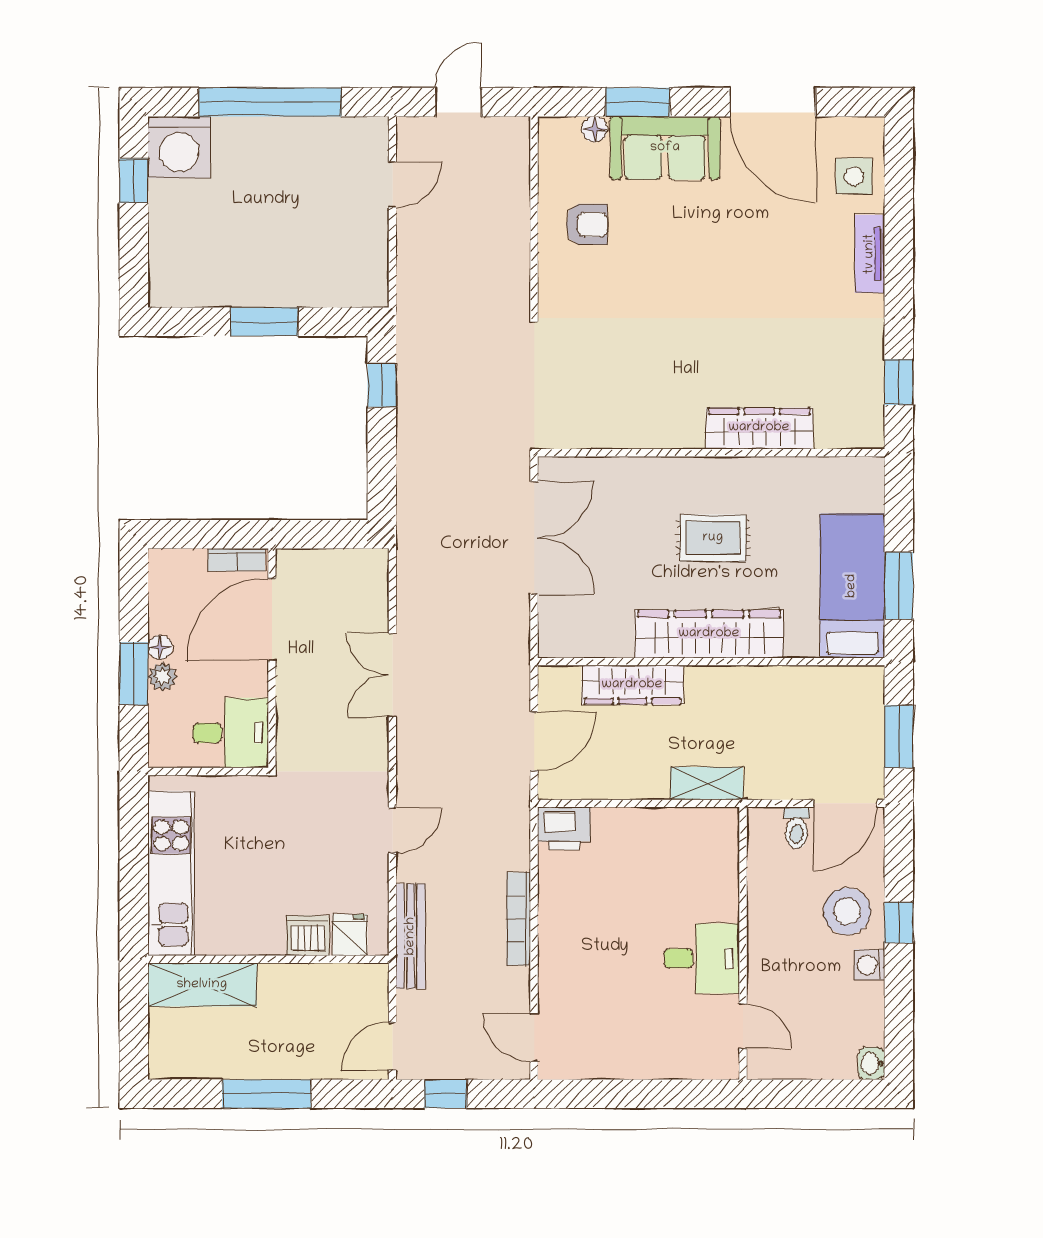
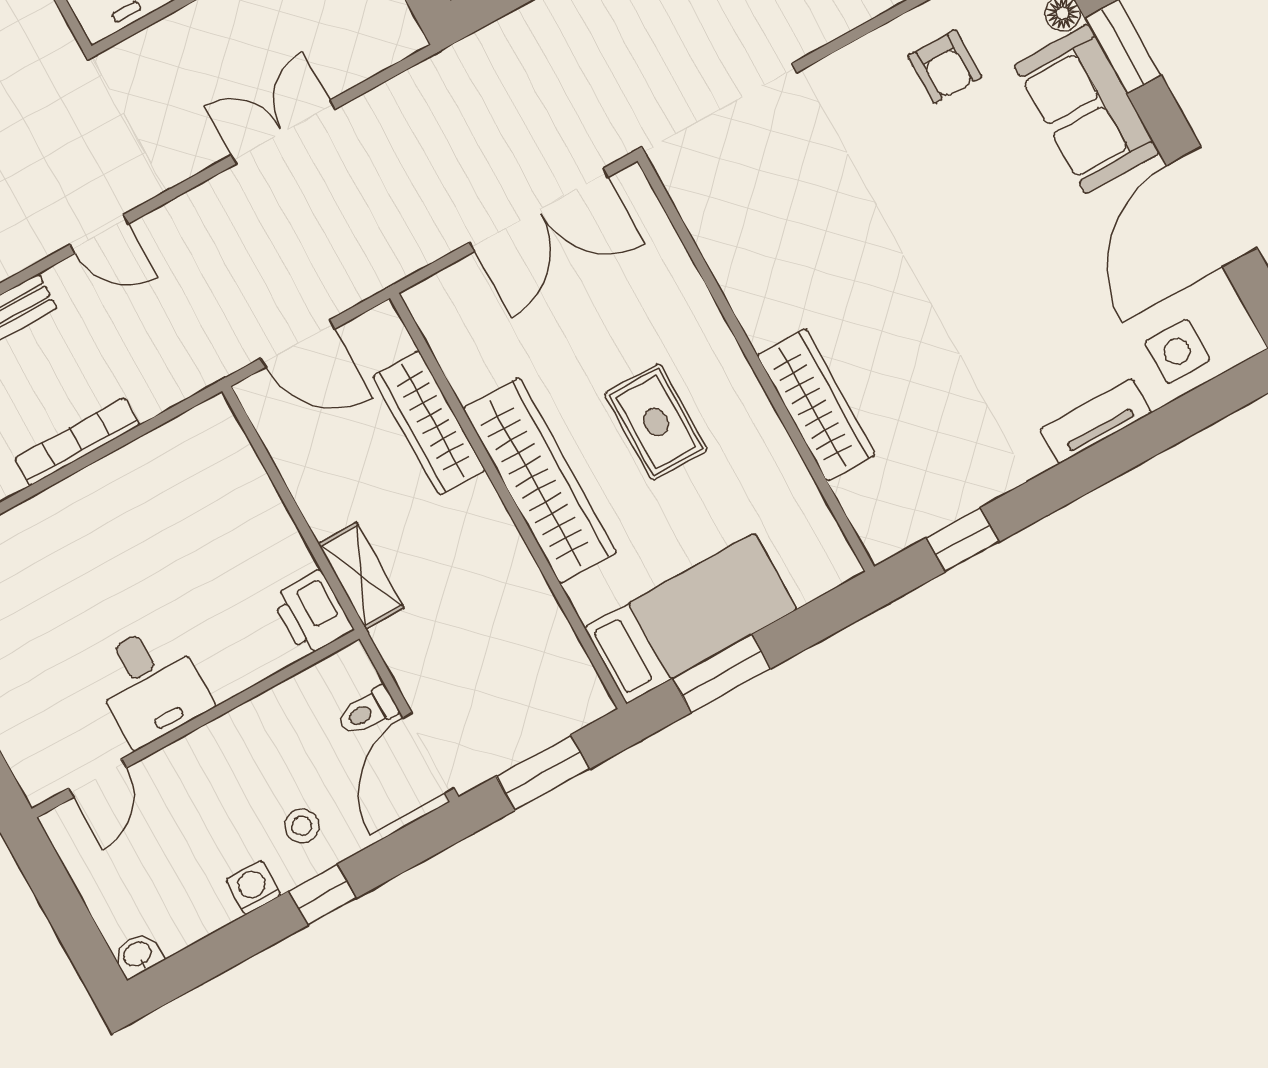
door: (845, 803) -> (428, 753), hinge flipped
printer: (564, 828) -> (312, 613), moved
stool: (847, 911) -> (302, 826), width x0.53, depth x0.53

